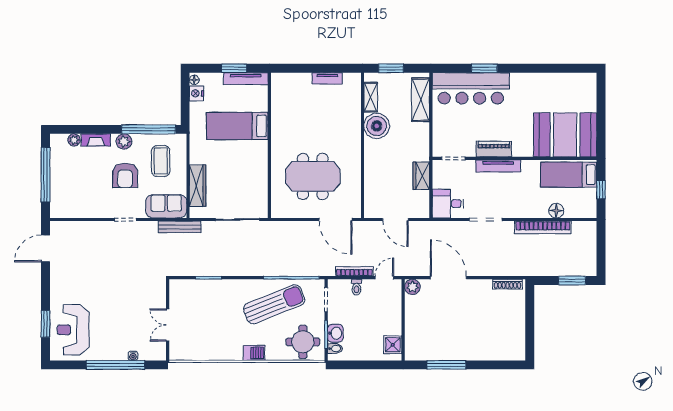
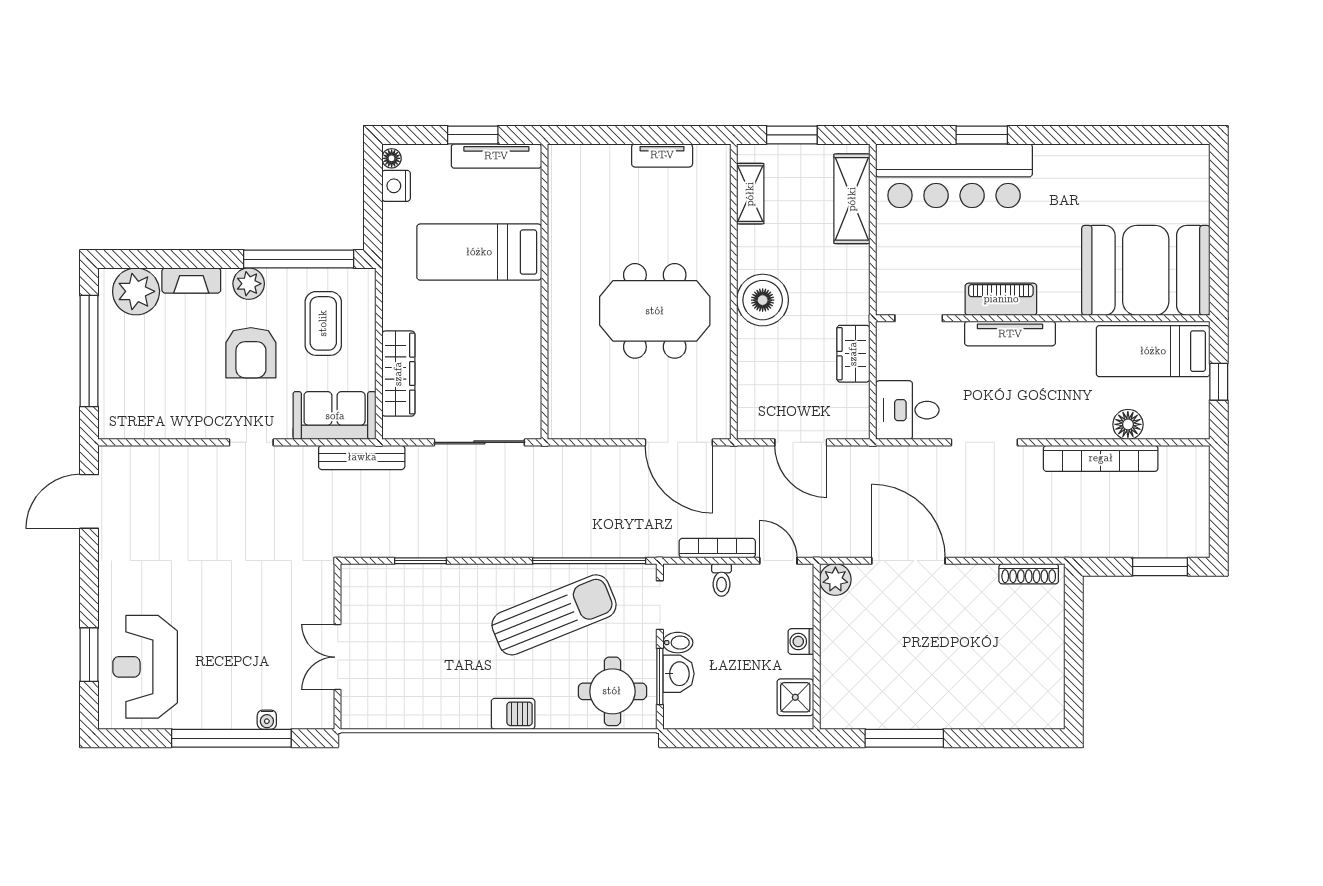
boiler: (377, 126) -> (763, 300), moved
plant: (74, 140) -> (136, 291), width x1.88, depth x1.88
meeting table: (313, 176) -> (655, 311), moved
door: (384, 278) -> (778, 561), hinge flipped
washing machine: (395, 317) -> (801, 641), added
bidet: (335, 349) -> (678, 643), moved

